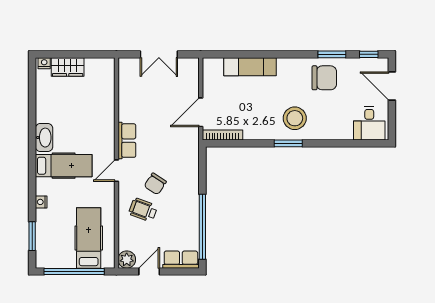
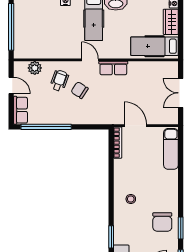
exam couch: (250, 67) -> (171, 149), moved
stool: (295, 118) -> (131, 199), width x0.53, depth x0.53
window: (288, 143) -> (111, 237), moved
hospital bed: (89, 238) -> (154, 46), moved, turned 180
plant: (127, 260) -> (35, 68), moved

